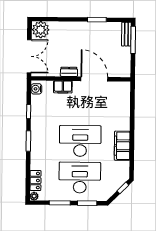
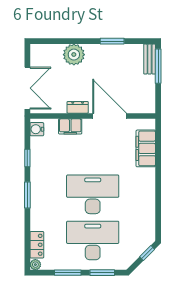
plant: (41, 30) -> (74, 55), moved
filing cabinet: (122, 146) -> (146, 148), moved

